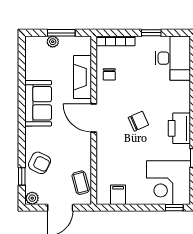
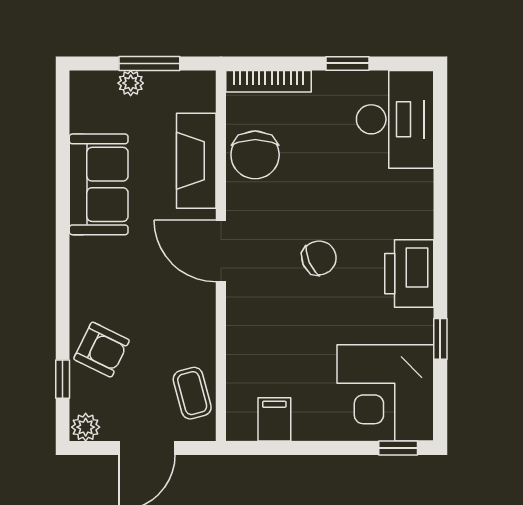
chair: (109, 74) -> (255, 155), width x1.87, depth x1.87
sofa: (38, 103) -> (99, 184), moved

